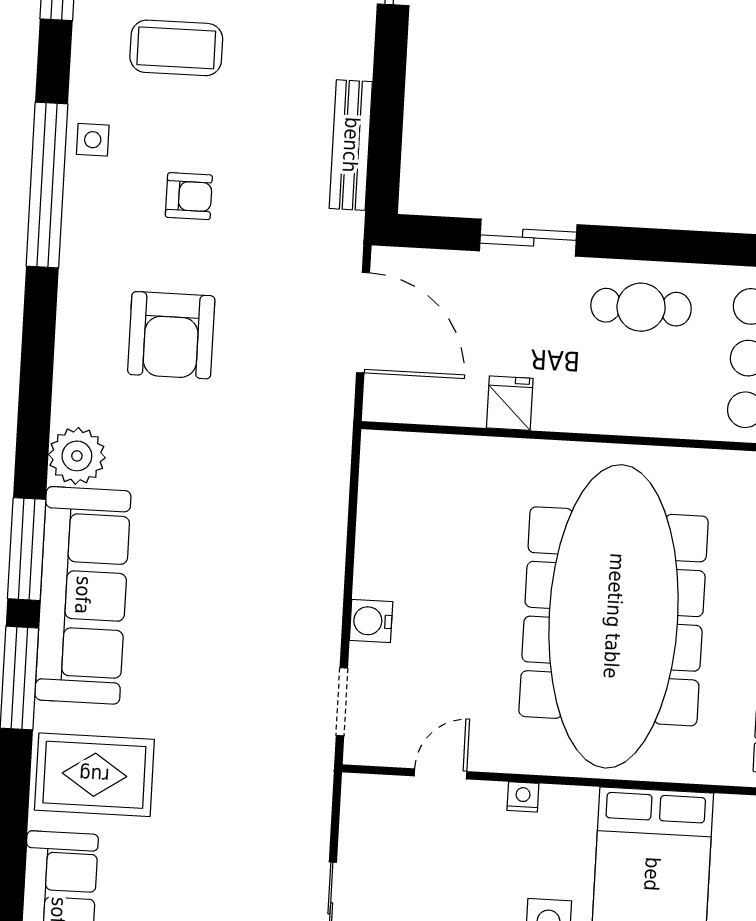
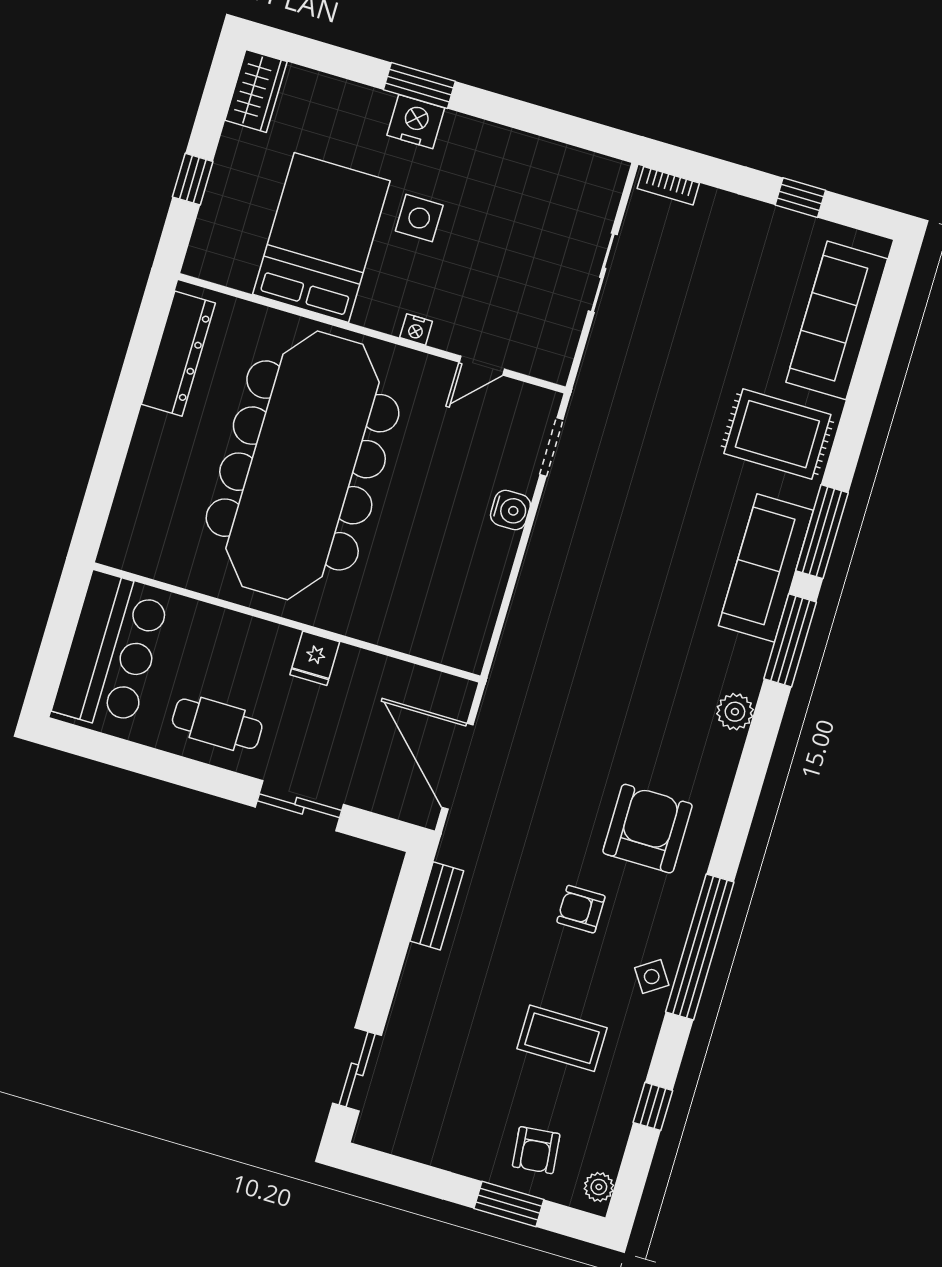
side table: (93, 140) -> (652, 977), turned -34
bench: (351, 145) -> (437, 906), width x0.73
armchair: (171, 335) -> (648, 829), moved
fridge: (510, 403) -> (315, 658), moved
plant: (77, 456) -> (735, 712), width x0.73, depth x0.73
sofa: (83, 595) -> (766, 568), width x0.74, depth x0.79

